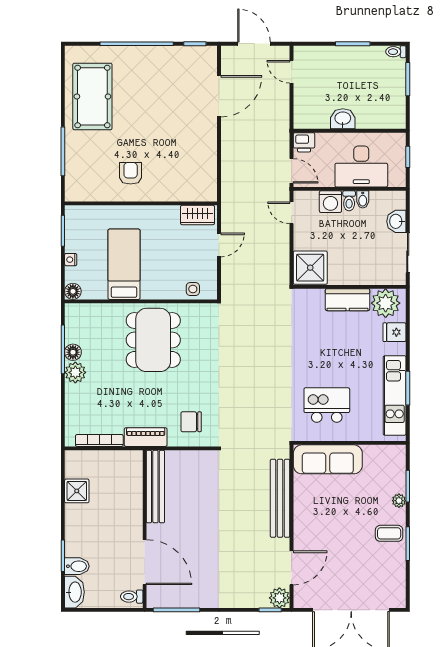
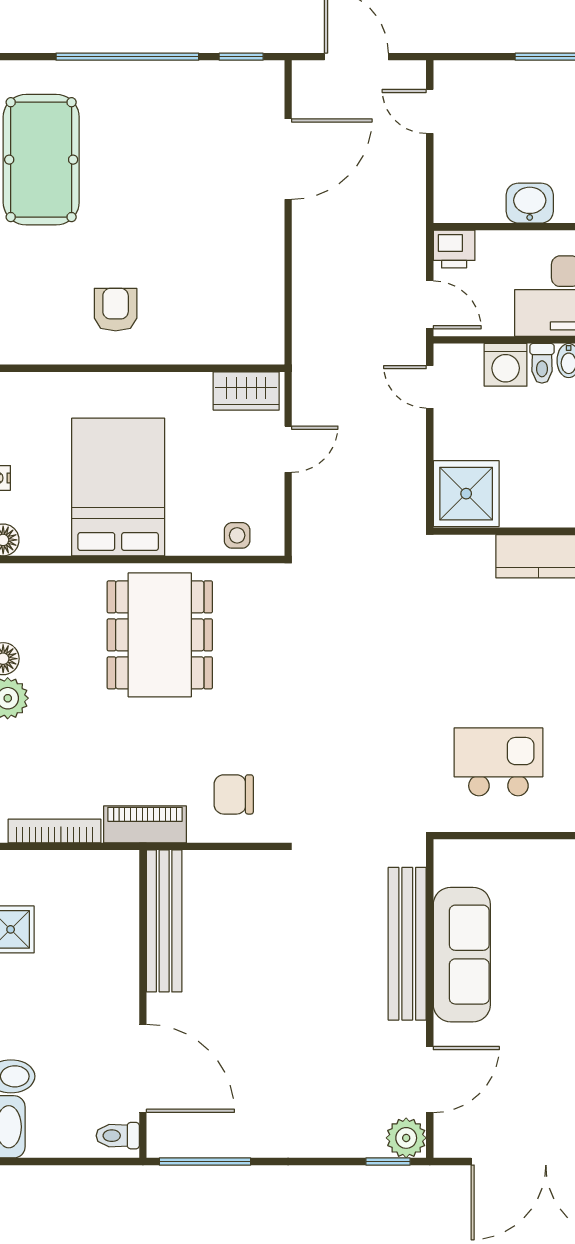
bed: (124, 264) -> (118, 487), width x1.50
sofa: (328, 459) -> (462, 955), moved, turned -90

